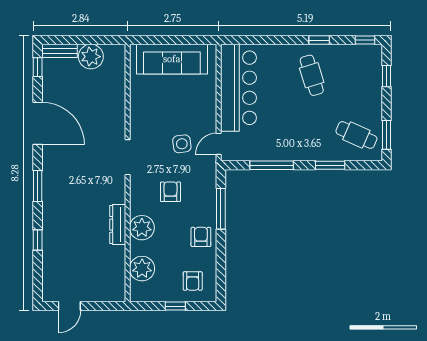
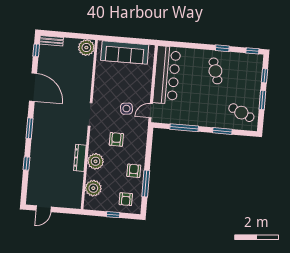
plant: (91, 57) -> (86, 48), moved
window: (387, 135) -> (262, 100), moved
window: (221, 209) -> (146, 184), moved

